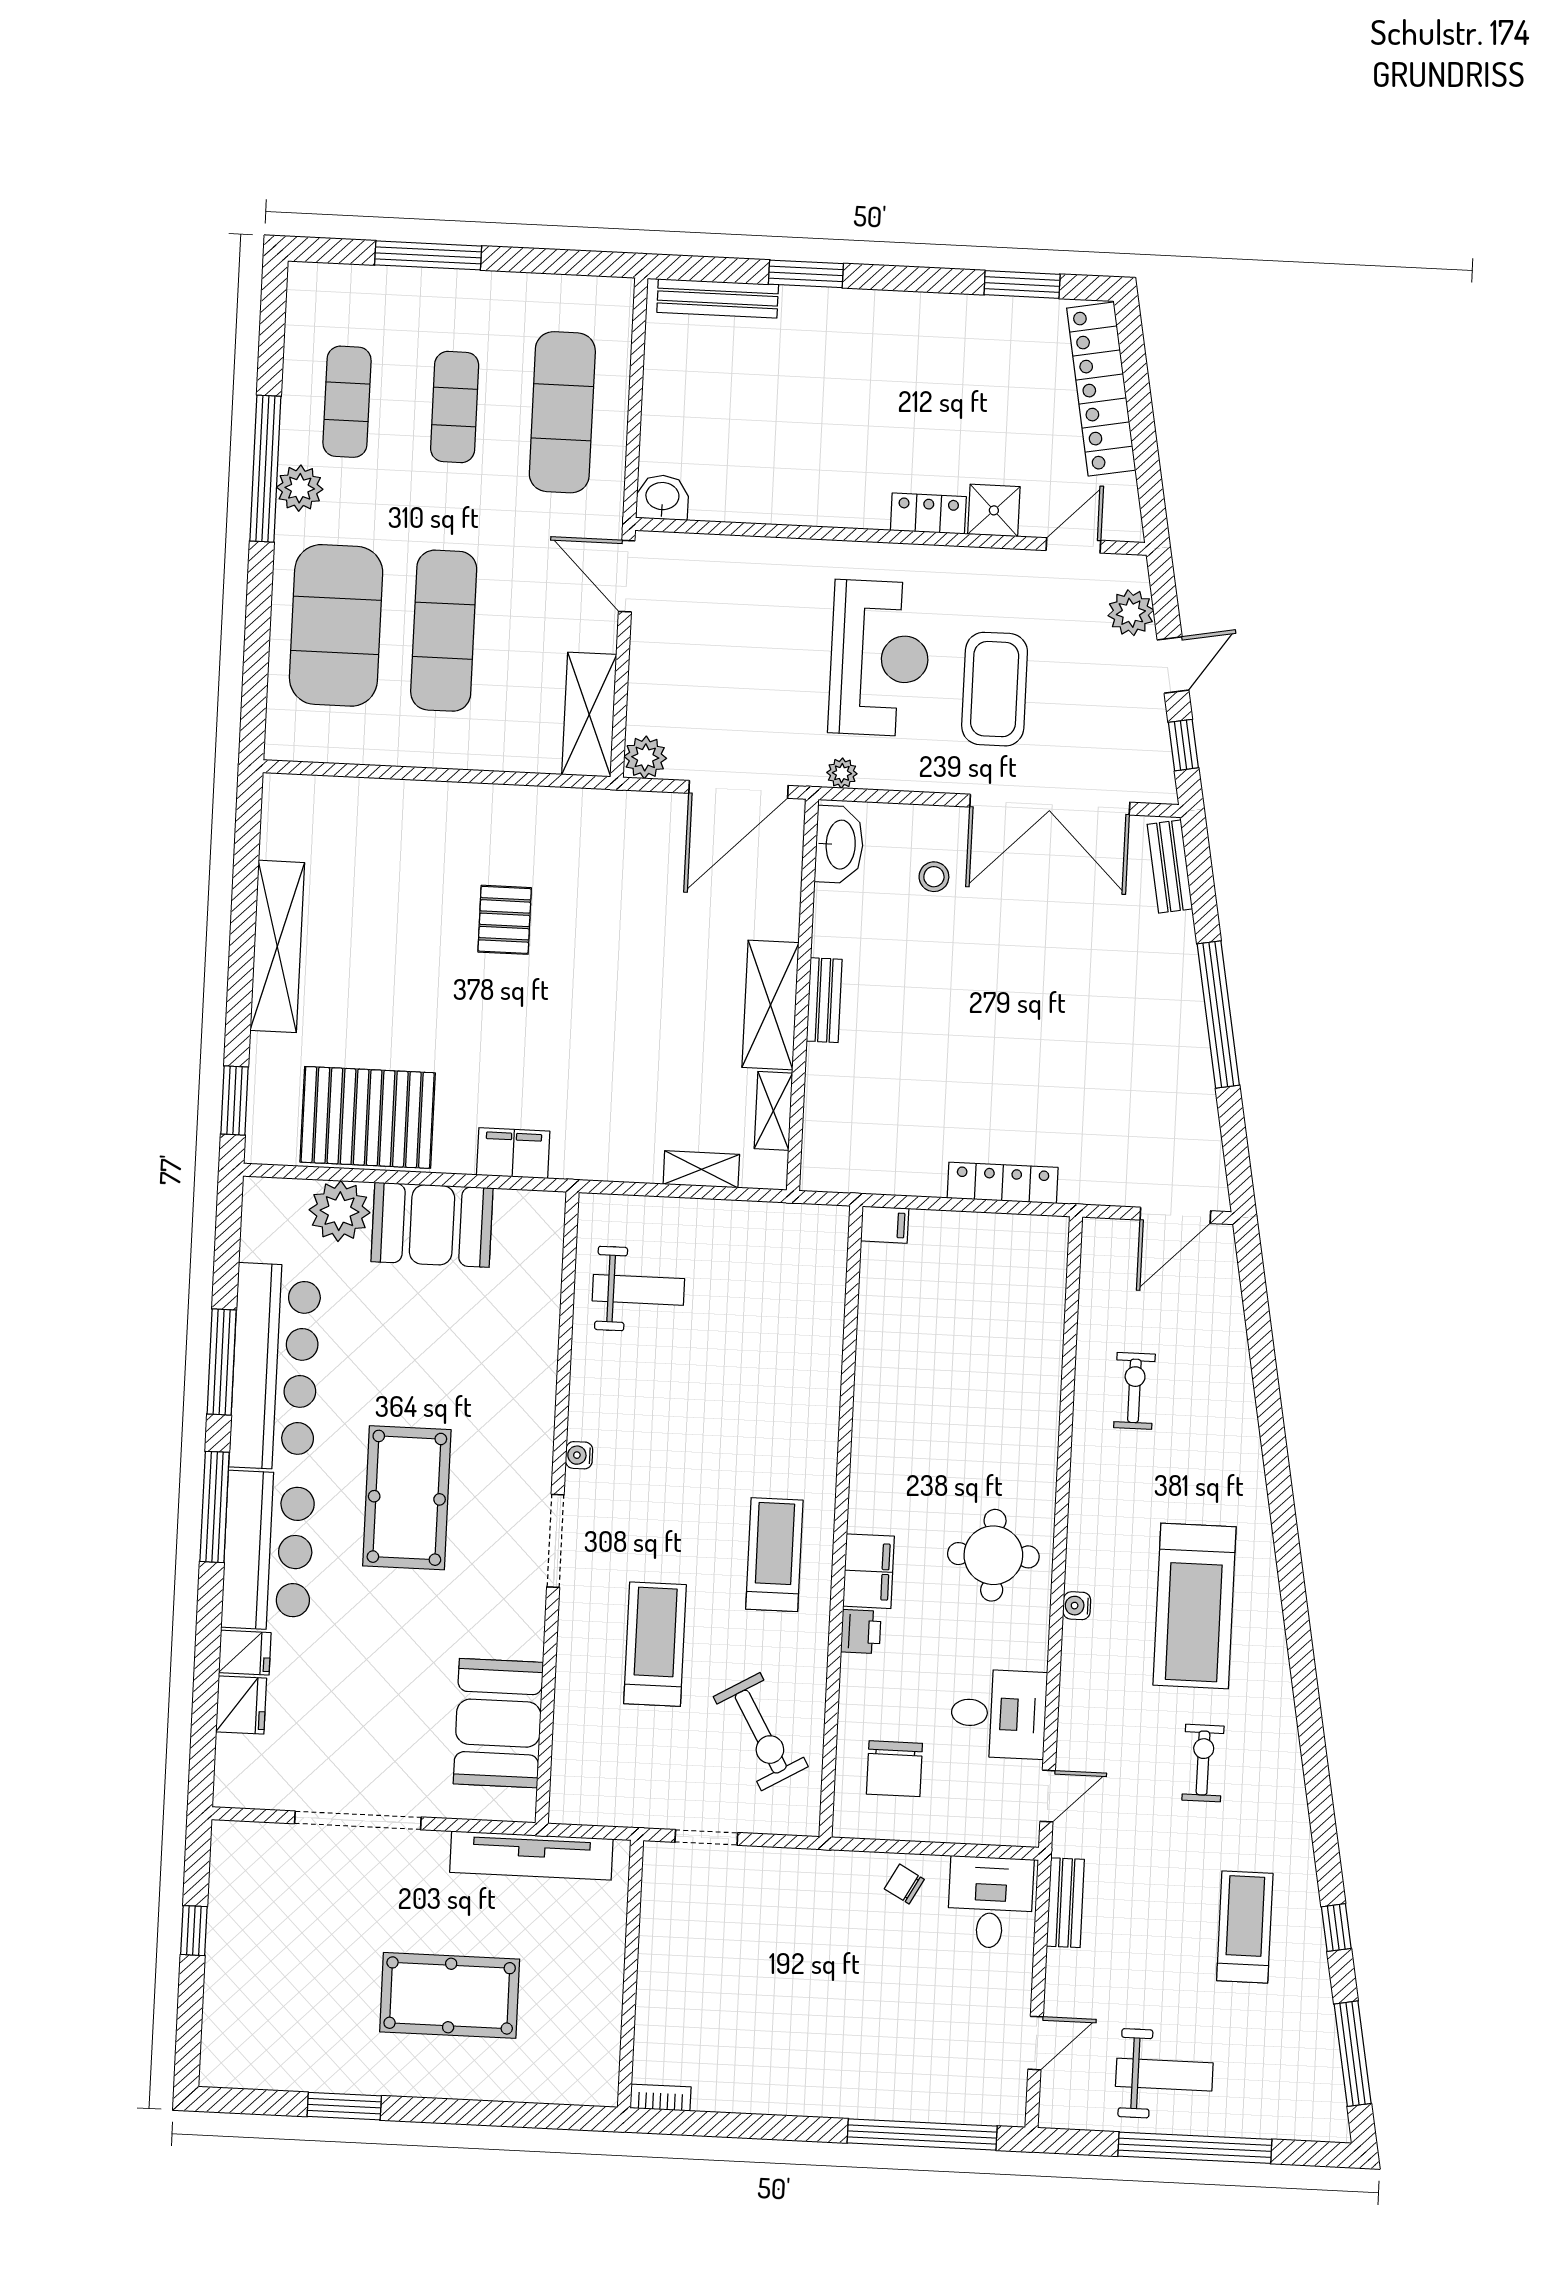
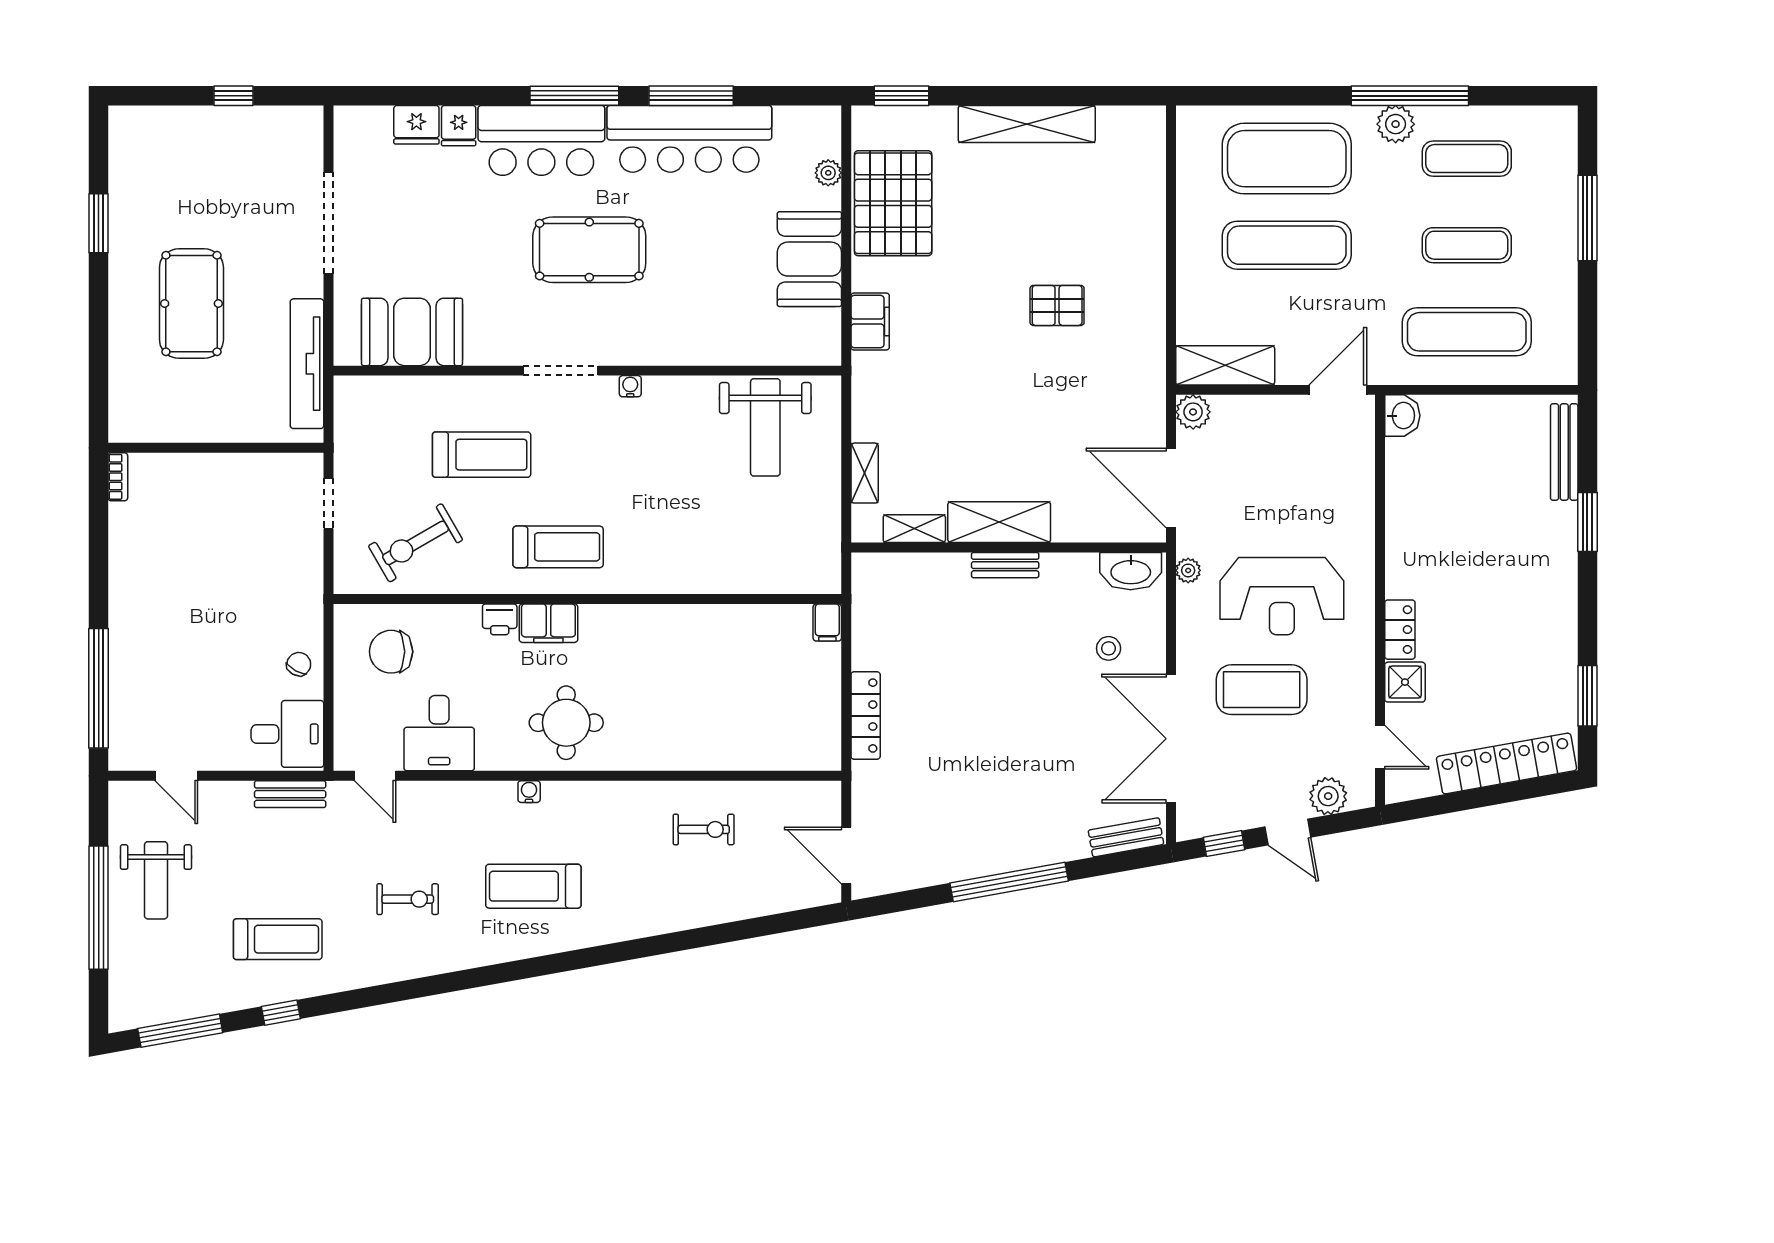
plant: (339, 1211) -> (828, 173), width x0.53, depth x0.53
weight bench: (638, 1290) -> (765, 427), width x1.36, depth x1.33
treadmill: (1195, 1606) -> (533, 886), width x0.73, depth x0.73

